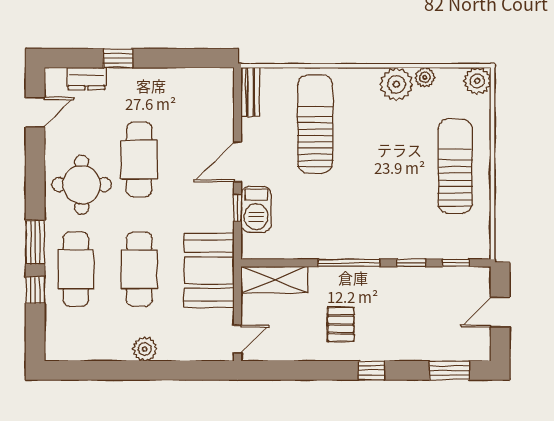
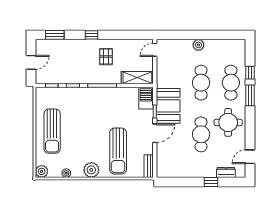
plant: (396, 84) -> (91, 170), moved
barbecue: (256, 209) -> (146, 98), moved
booth: (209, 270) -> (168, 106), moved

